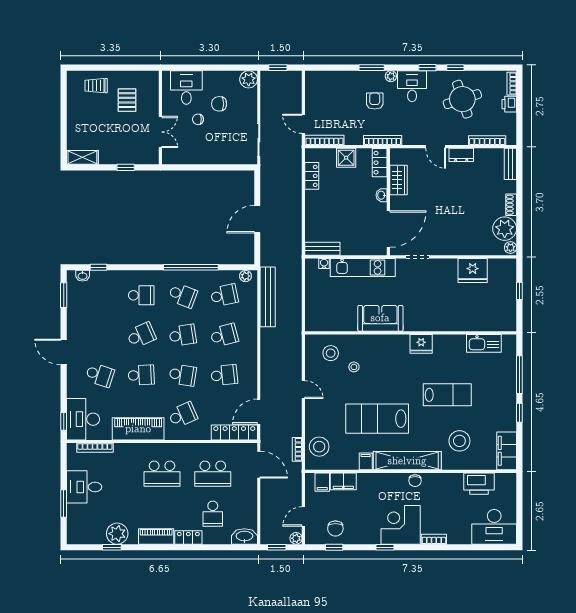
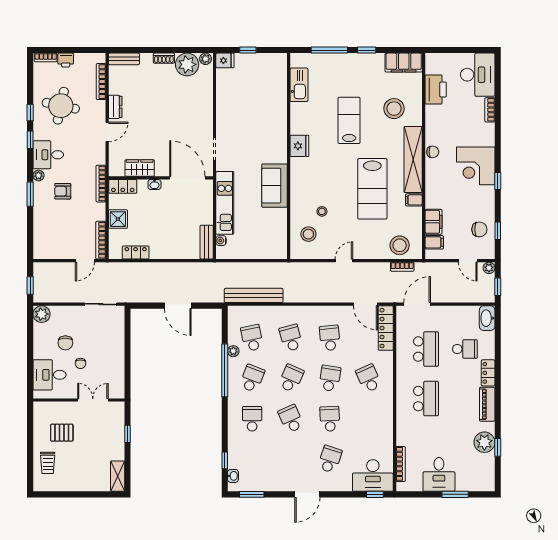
round table: (462, 99) -> (61, 106), turned 30
fridge: (473, 271) -> (225, 60), moved, width x0.53, depth x0.75
plant: (245, 276) -> (233, 351), moved
school desk: (183, 335) -> (291, 378), turned 33
piano: (138, 429) -> (382, 422), removed
bookcase: (434, 539) -> (490, 110), moved

